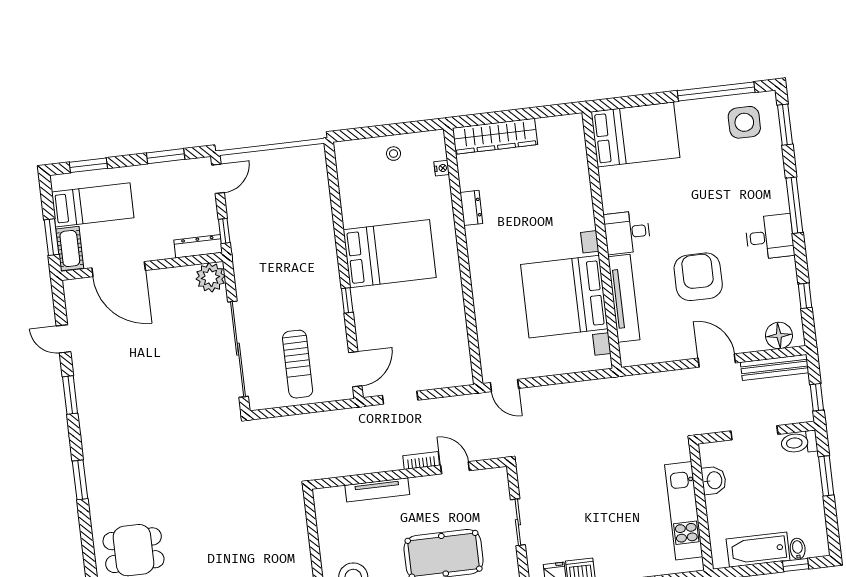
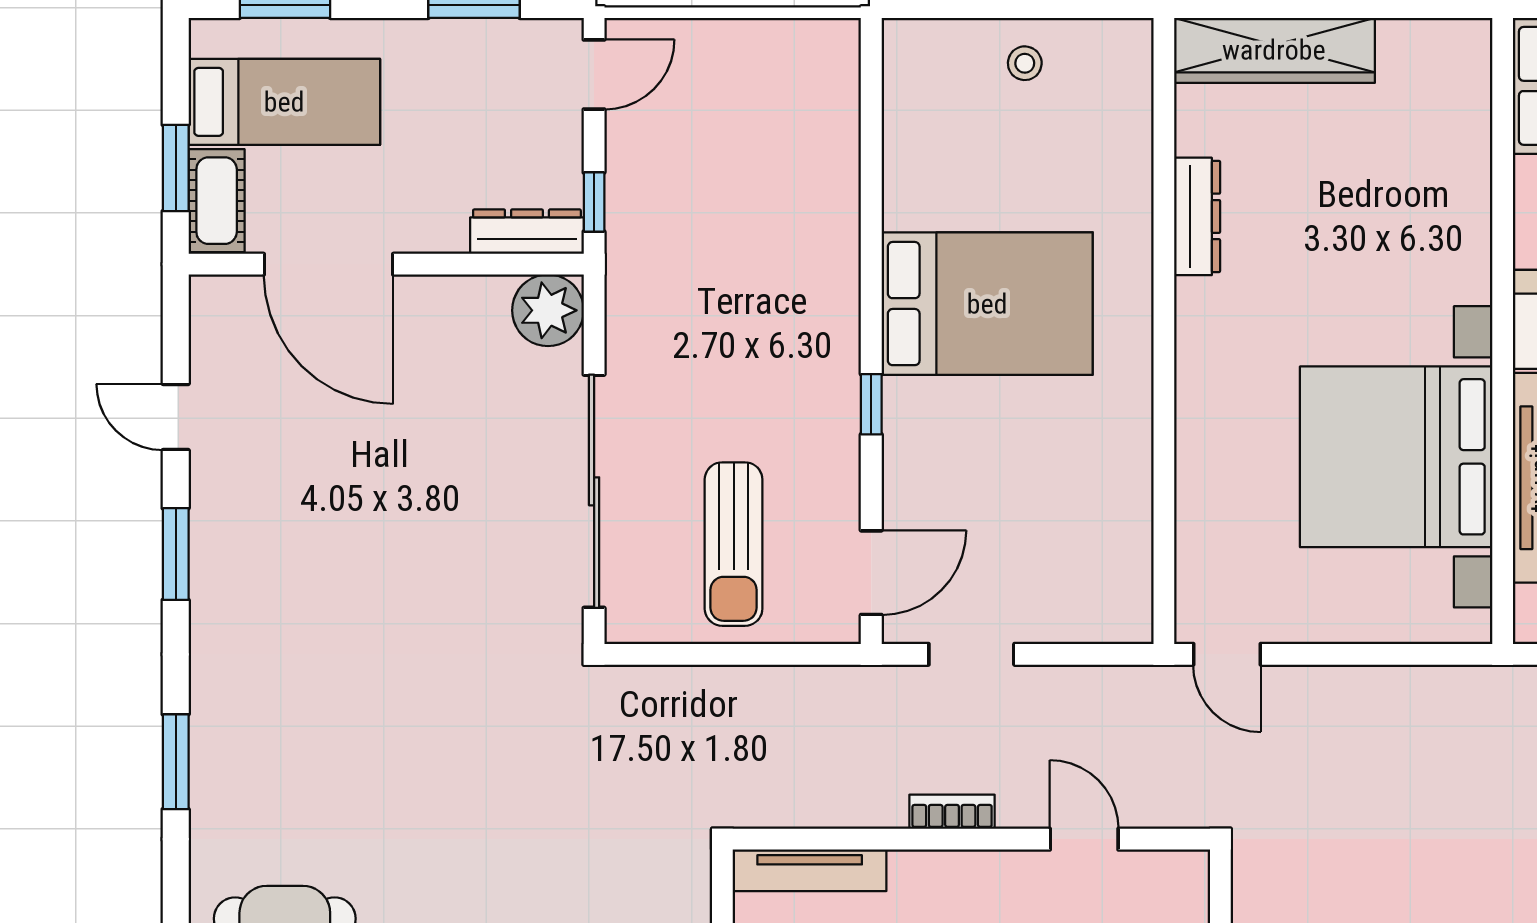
nightstand: (442, 168) -> (1137, 112), removed
dresser: (471, 208) -> (1197, 216), width x1.44
bookcase: (421, 460) -> (952, 812), moved
tv unit: (377, 490) -> (810, 870), moved

